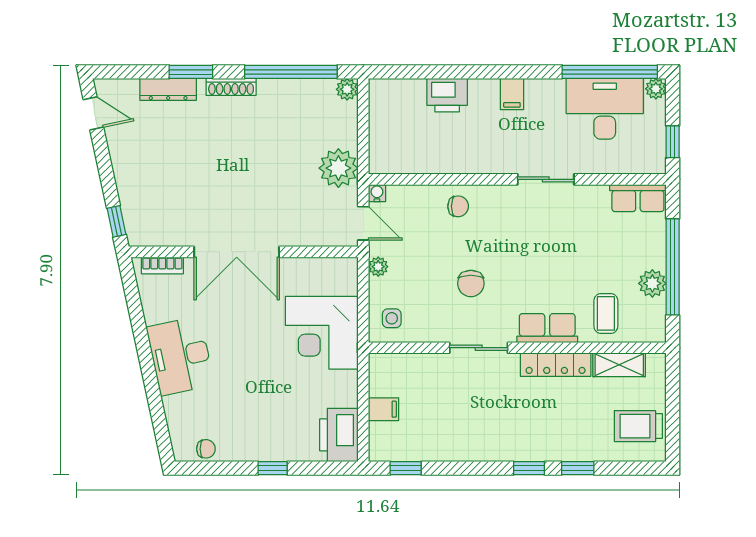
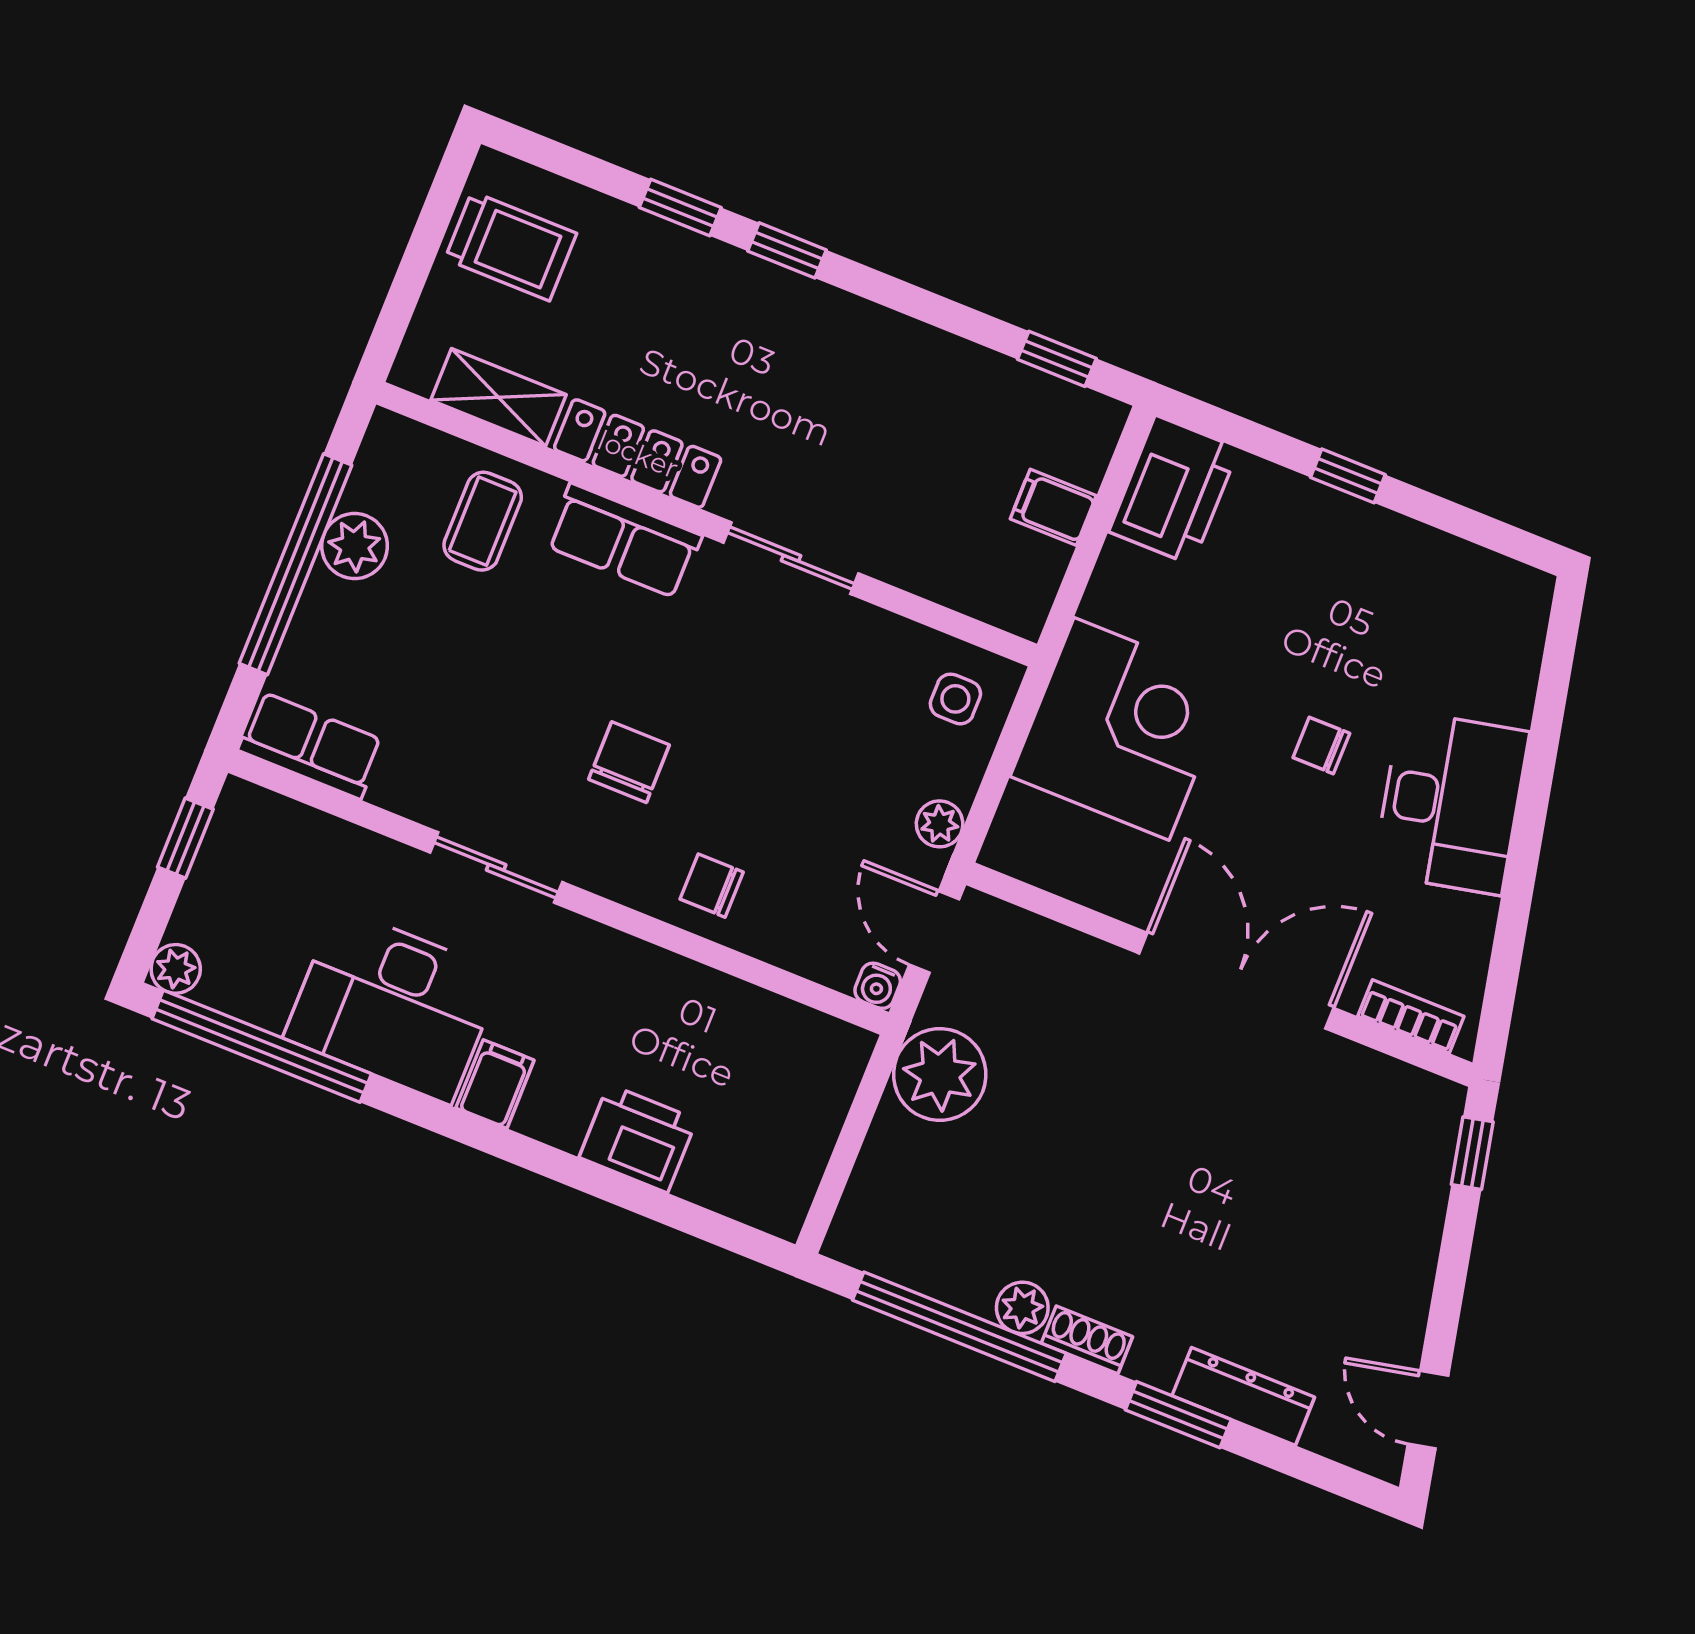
shoe rack: (231, 87) -> (1087, 1340), width x0.70
plant: (347, 89) -> (1022, 1308), moved
desk: (605, 109) -> (393, 1006), moved
chair: (471, 283) -> (629, 762), moved
chair: (206, 449) -> (1321, 745), moved

